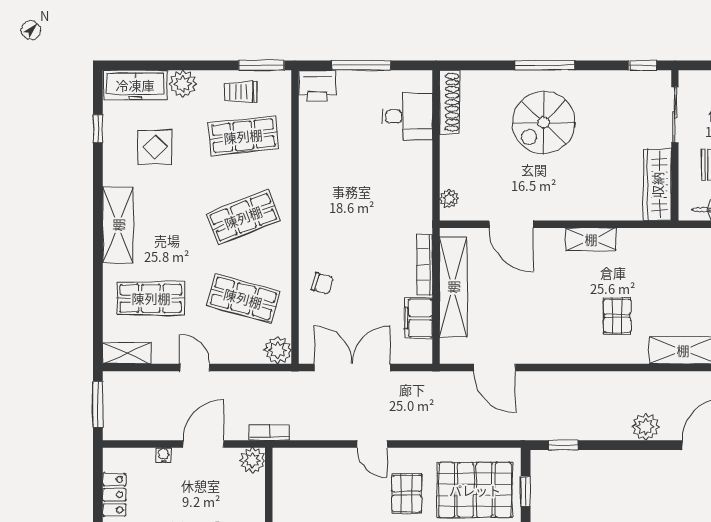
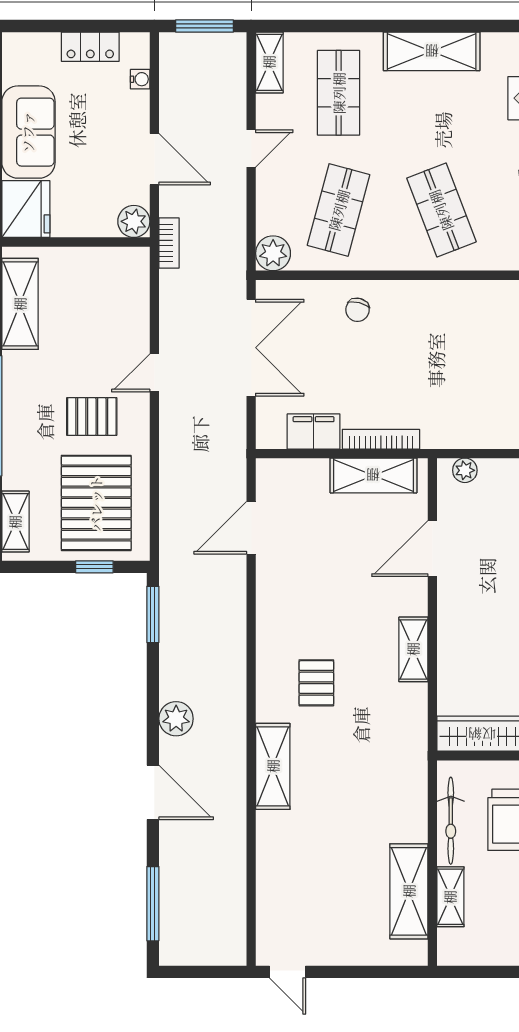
shelving: (453, 287) -> (373, 475), width x0.68
pallet: (617, 316) -> (316, 683), turned 90
window: (563, 445) -> (153, 614), width x1.50
water cooler: (164, 455) -> (140, 79), moved

